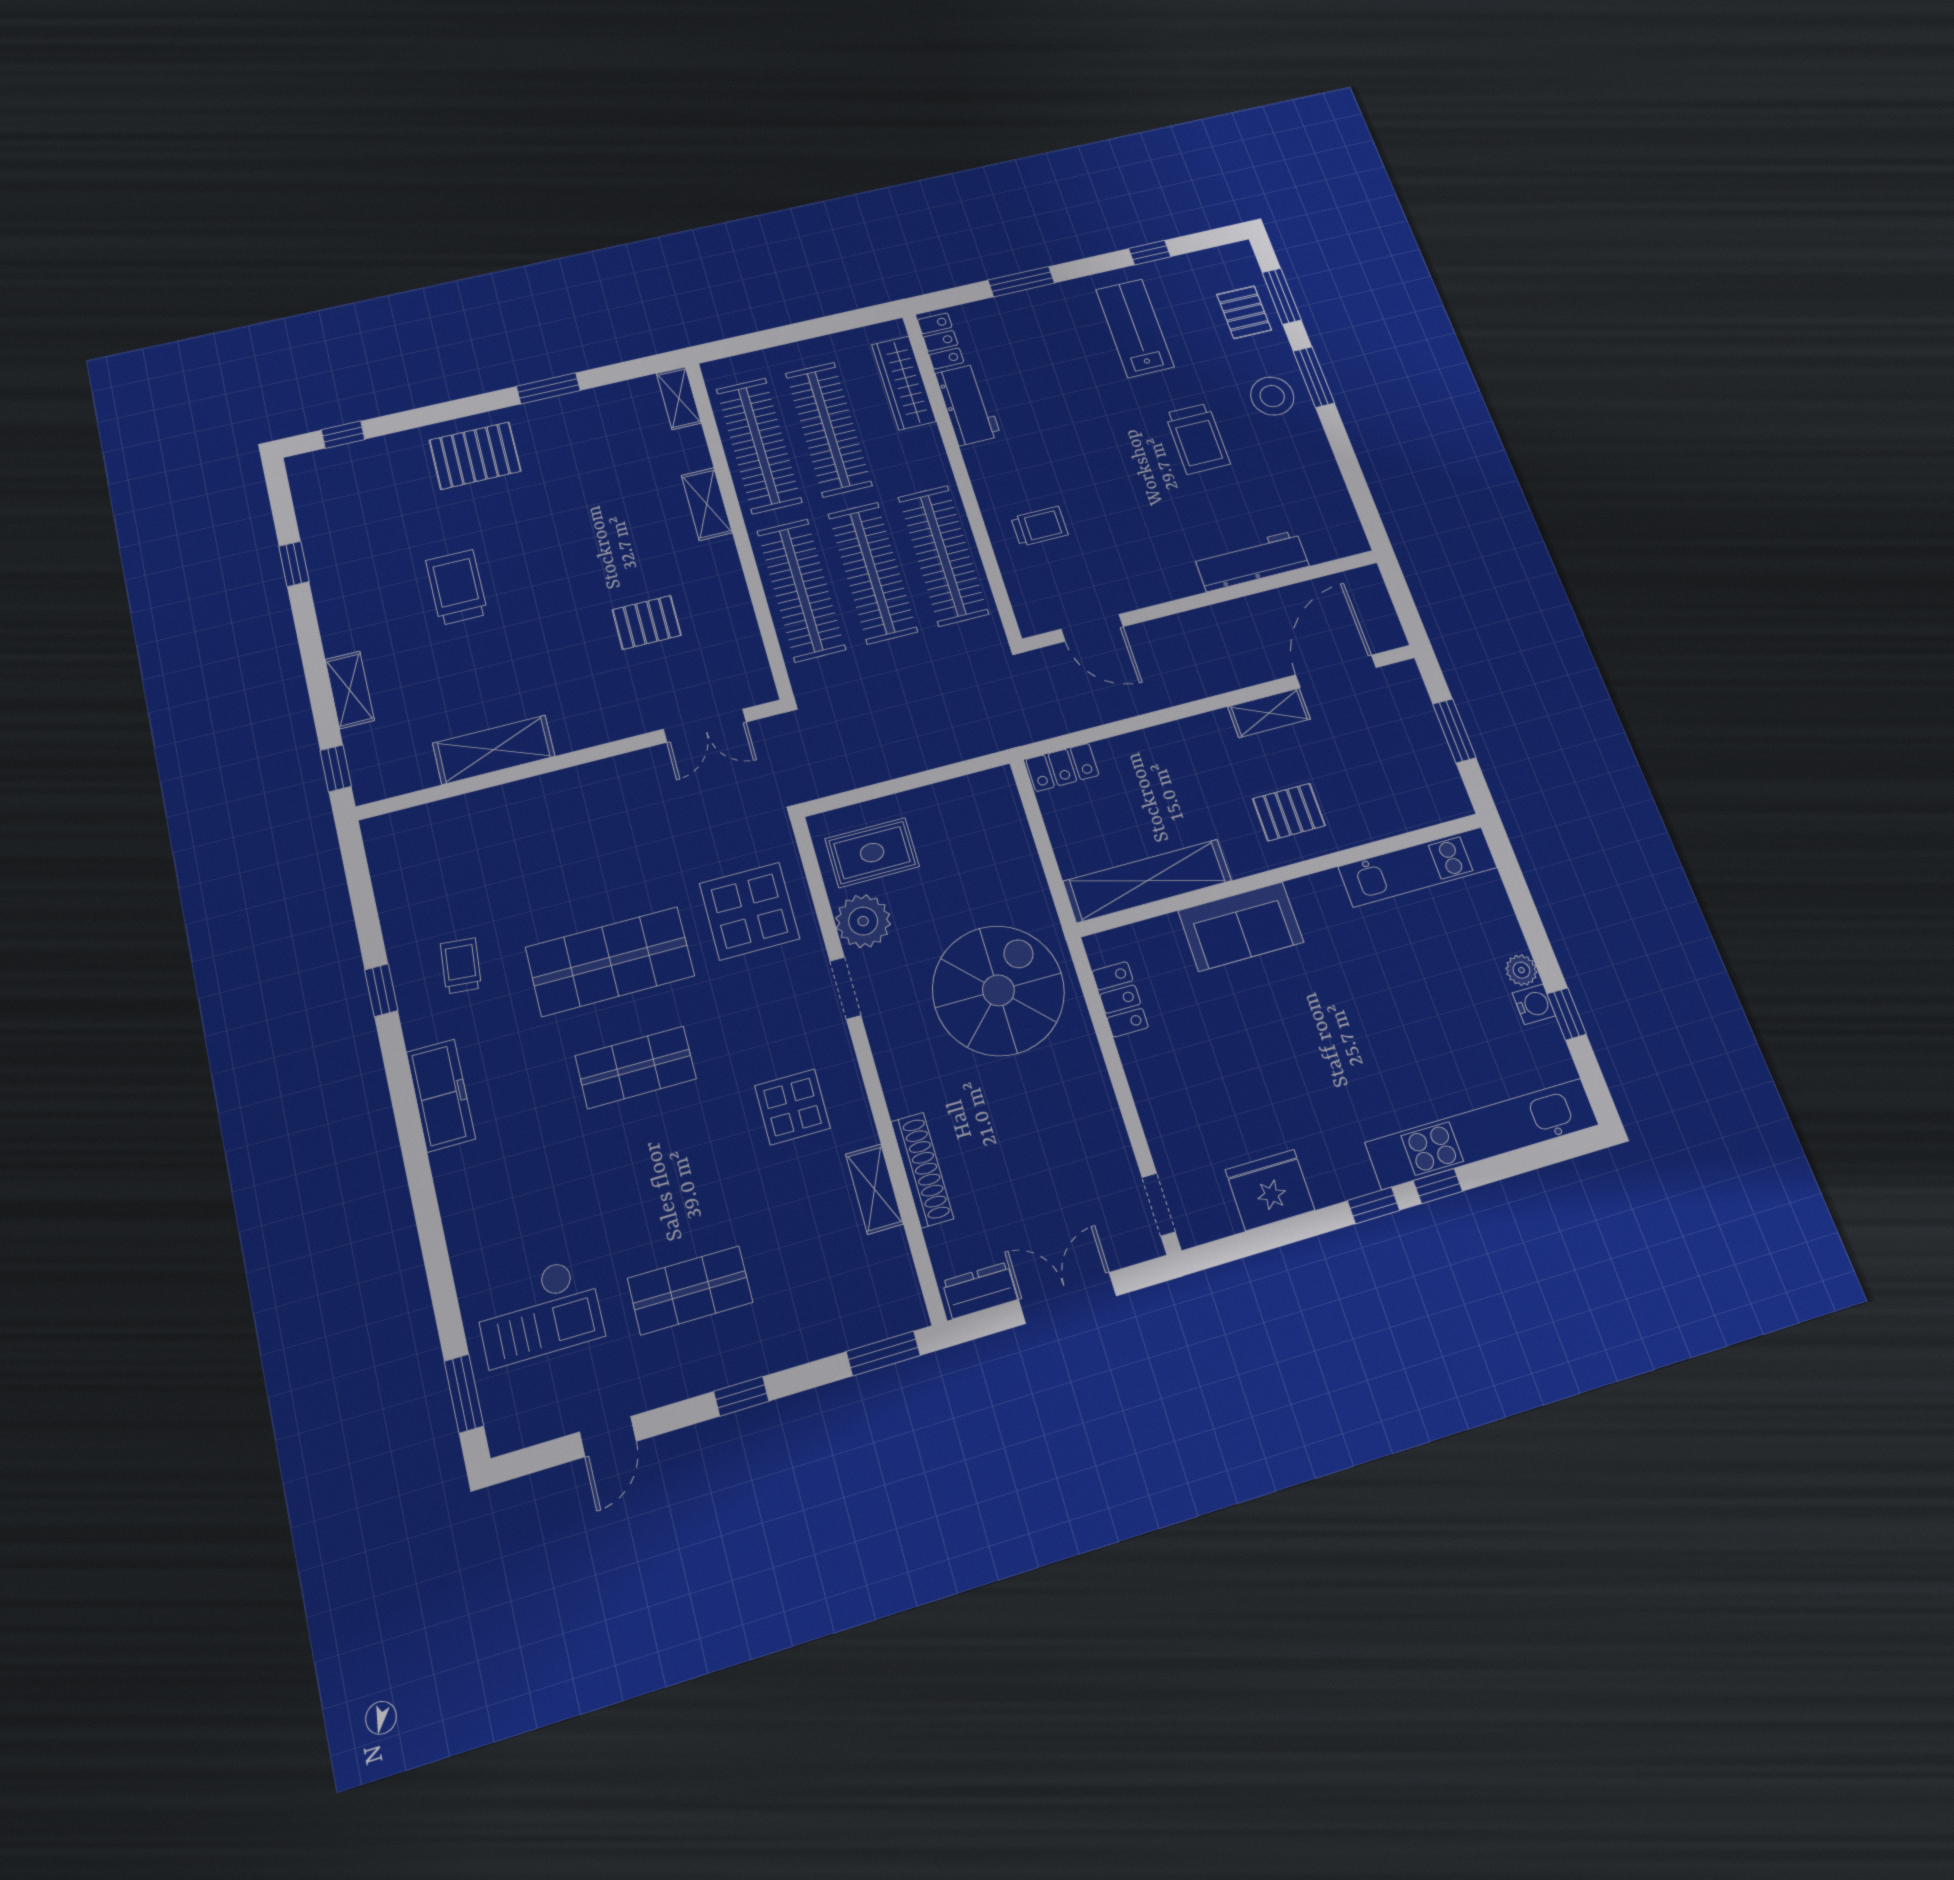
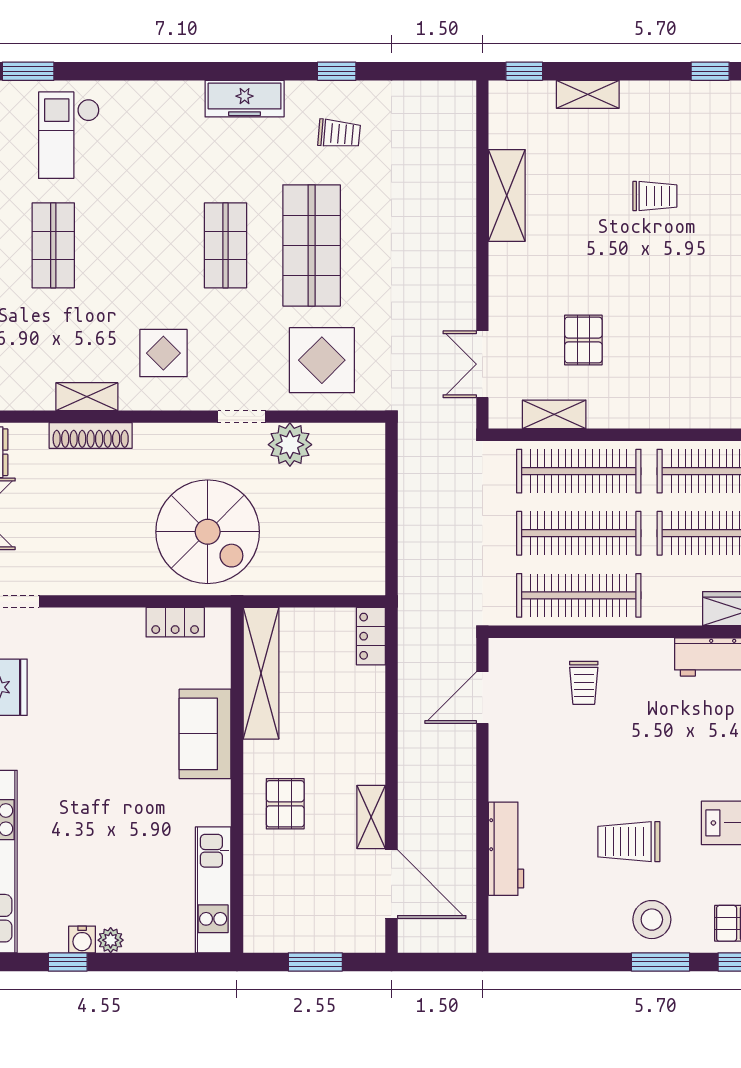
shelving: (707, 504) -> (554, 414), moved
trolley: (457, 587) -> (655, 196), width x0.73, depth x0.72
rug: (872, 853) -> (342, 467), removed

